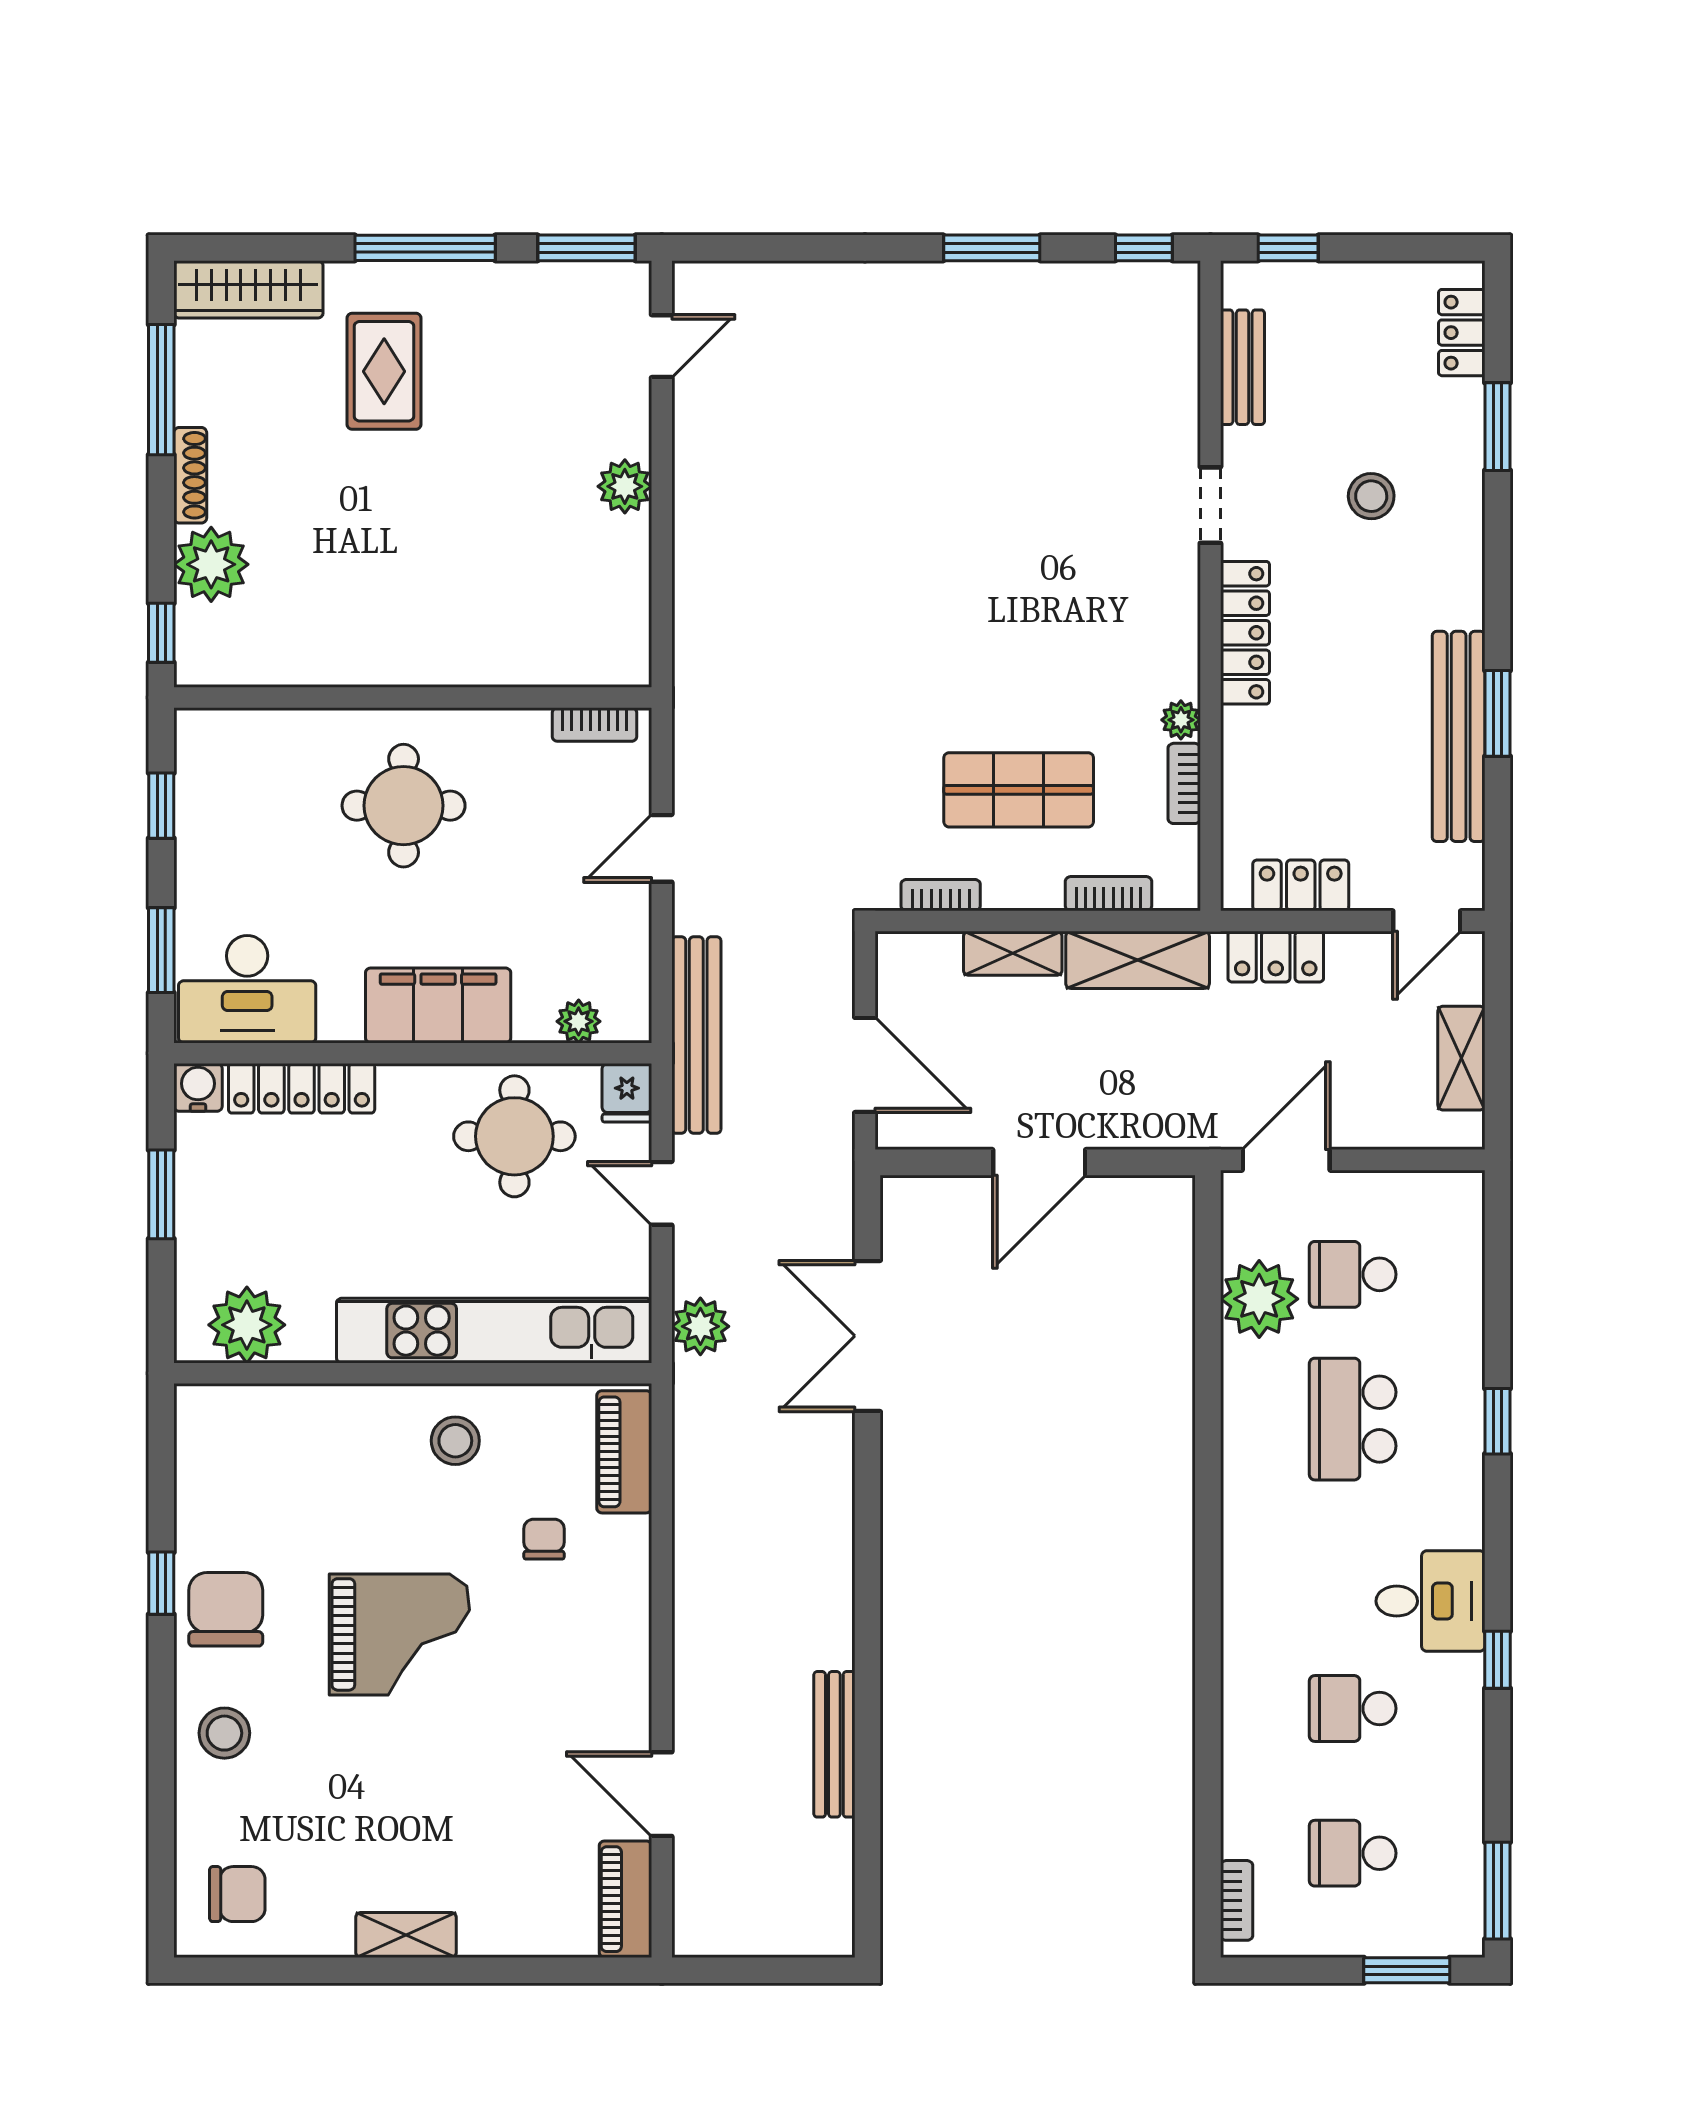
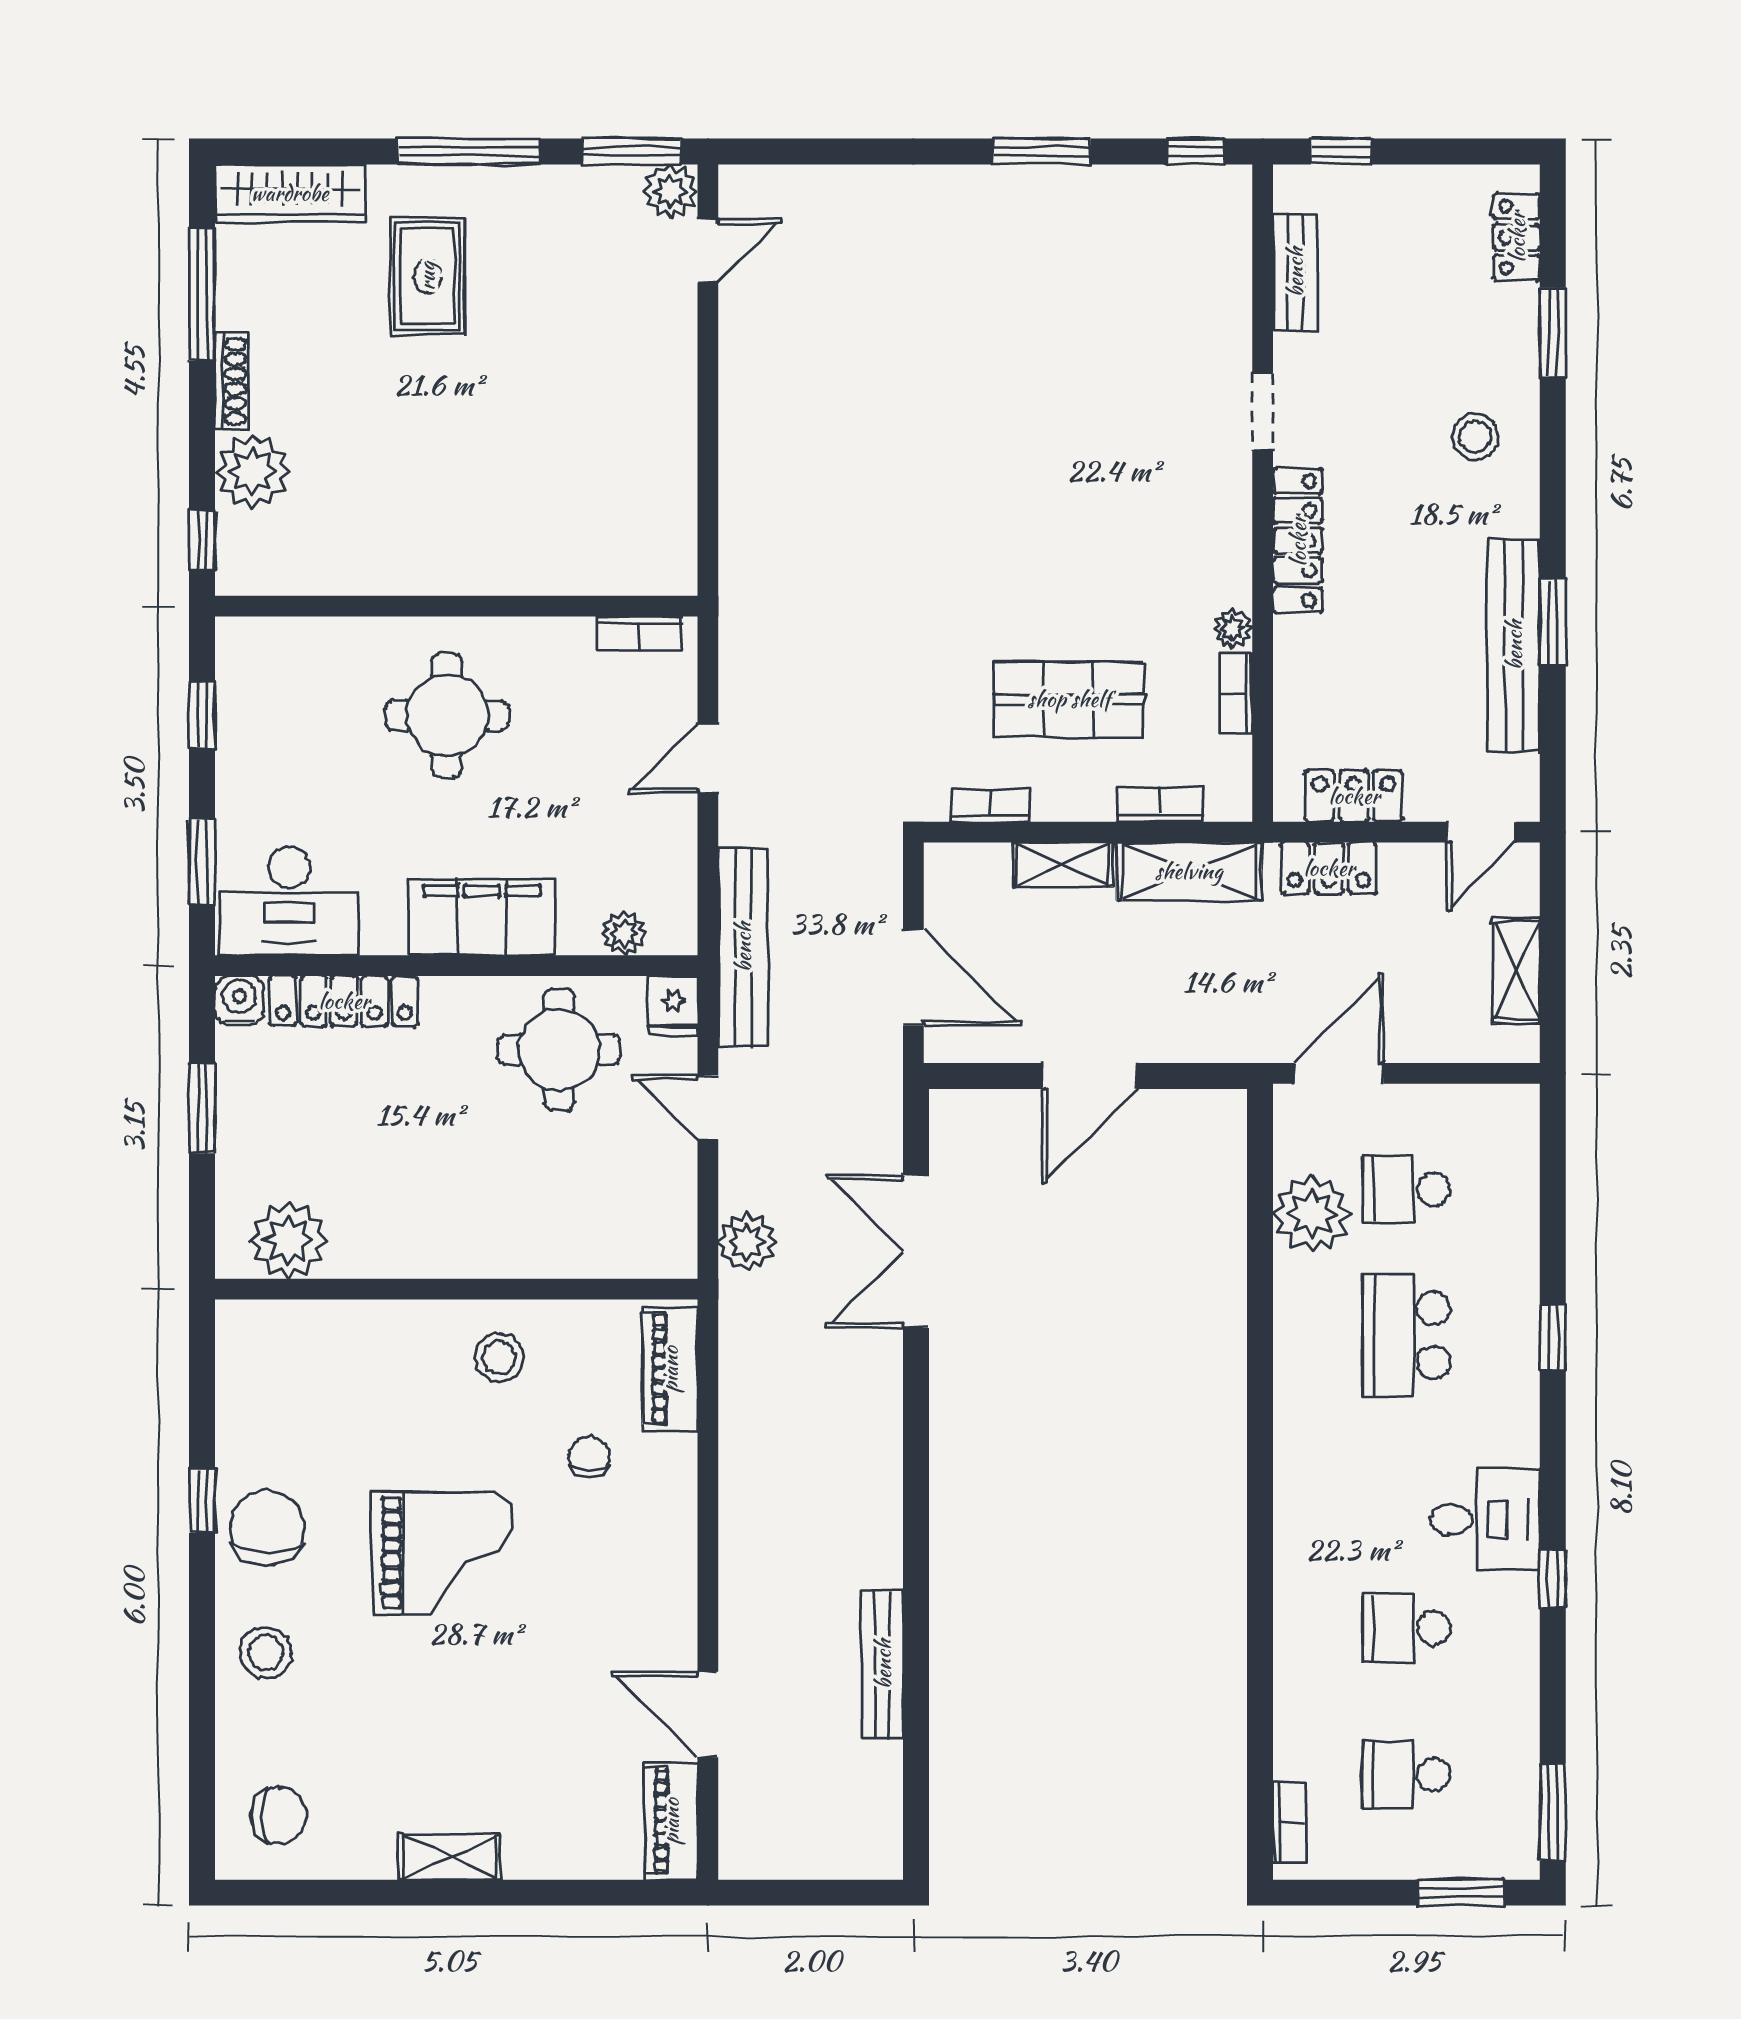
plant: (625, 486) -> (671, 191), moved
stool: (1371, 496) -> (1476, 437), moved
kitchen unit: (494, 1331) -> (539, 1246), removed

